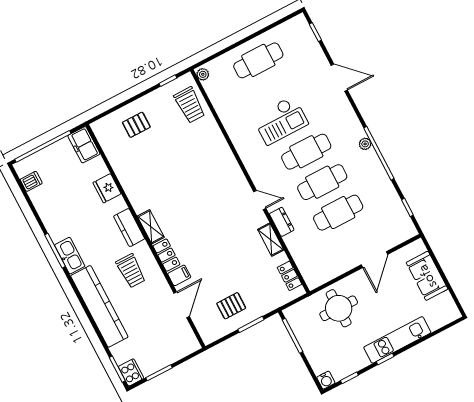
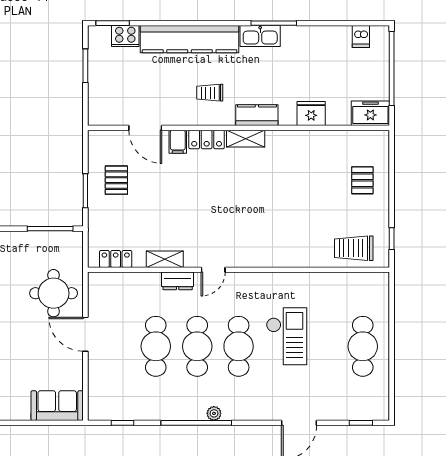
plant: (203, 74) -> (379, 279), removed
checkout: (280, 120) -> (286, 336), turned 180
door: (375, 260) -> (85, 334), moved
trolley: (131, 271) -> (210, 93), width x0.73, depth x0.72
sofa: (427, 276) -> (57, 406), moved
cooker: (131, 372) -> (125, 36), moved

